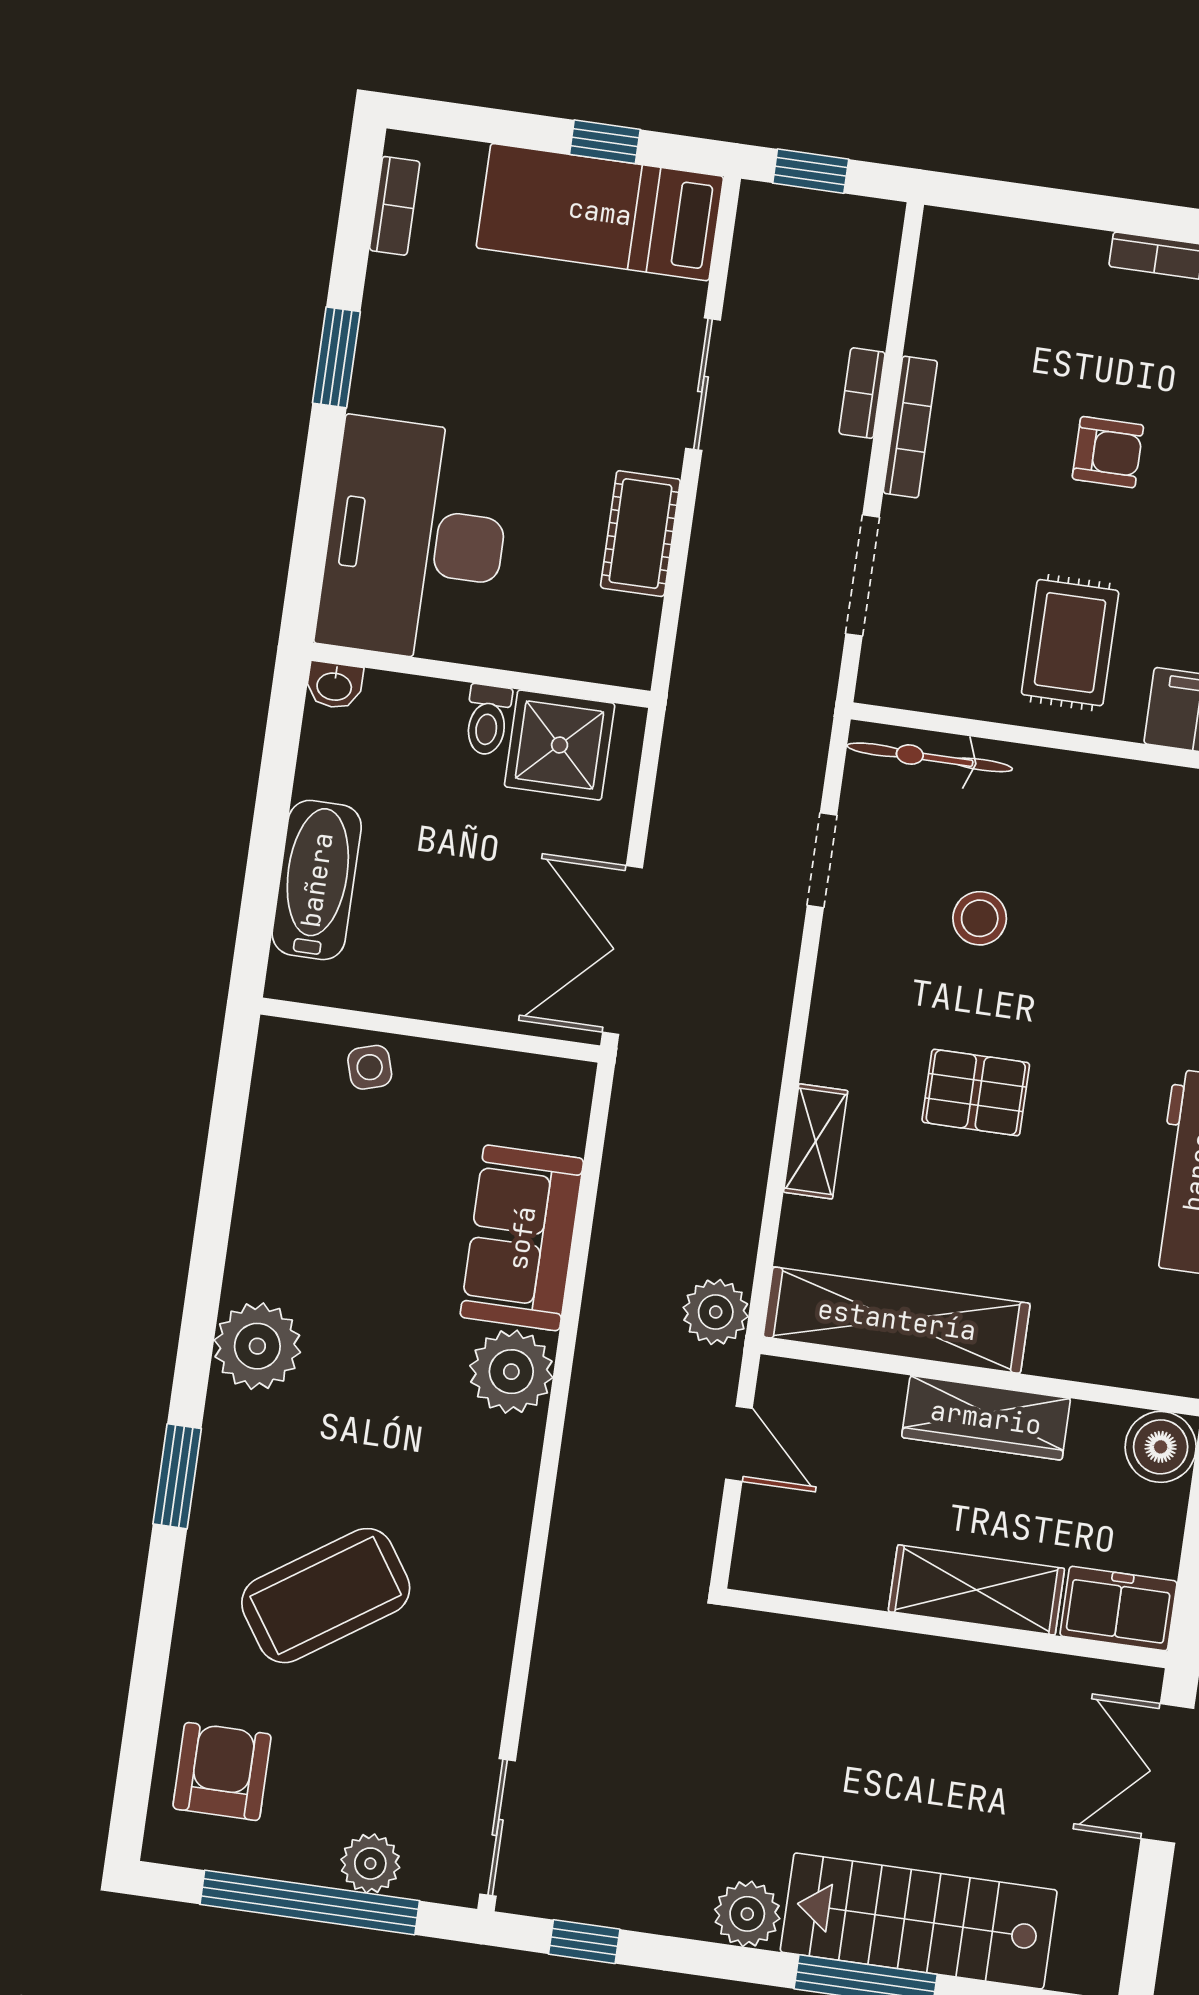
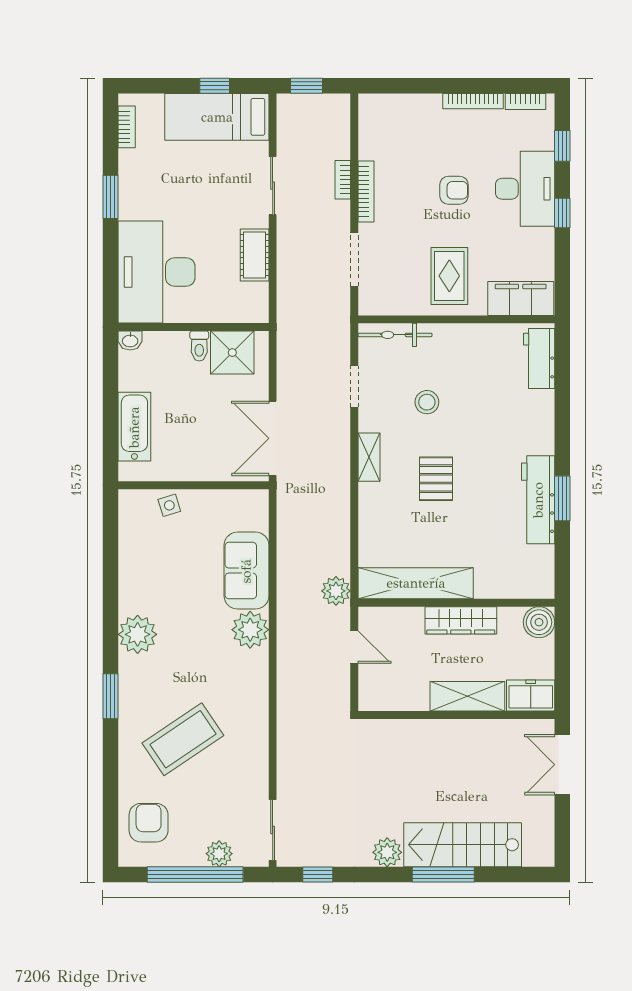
pallet: (976, 1093) -> (436, 479), turned 90
shelving: (816, 1141) -> (369, 457), moved

